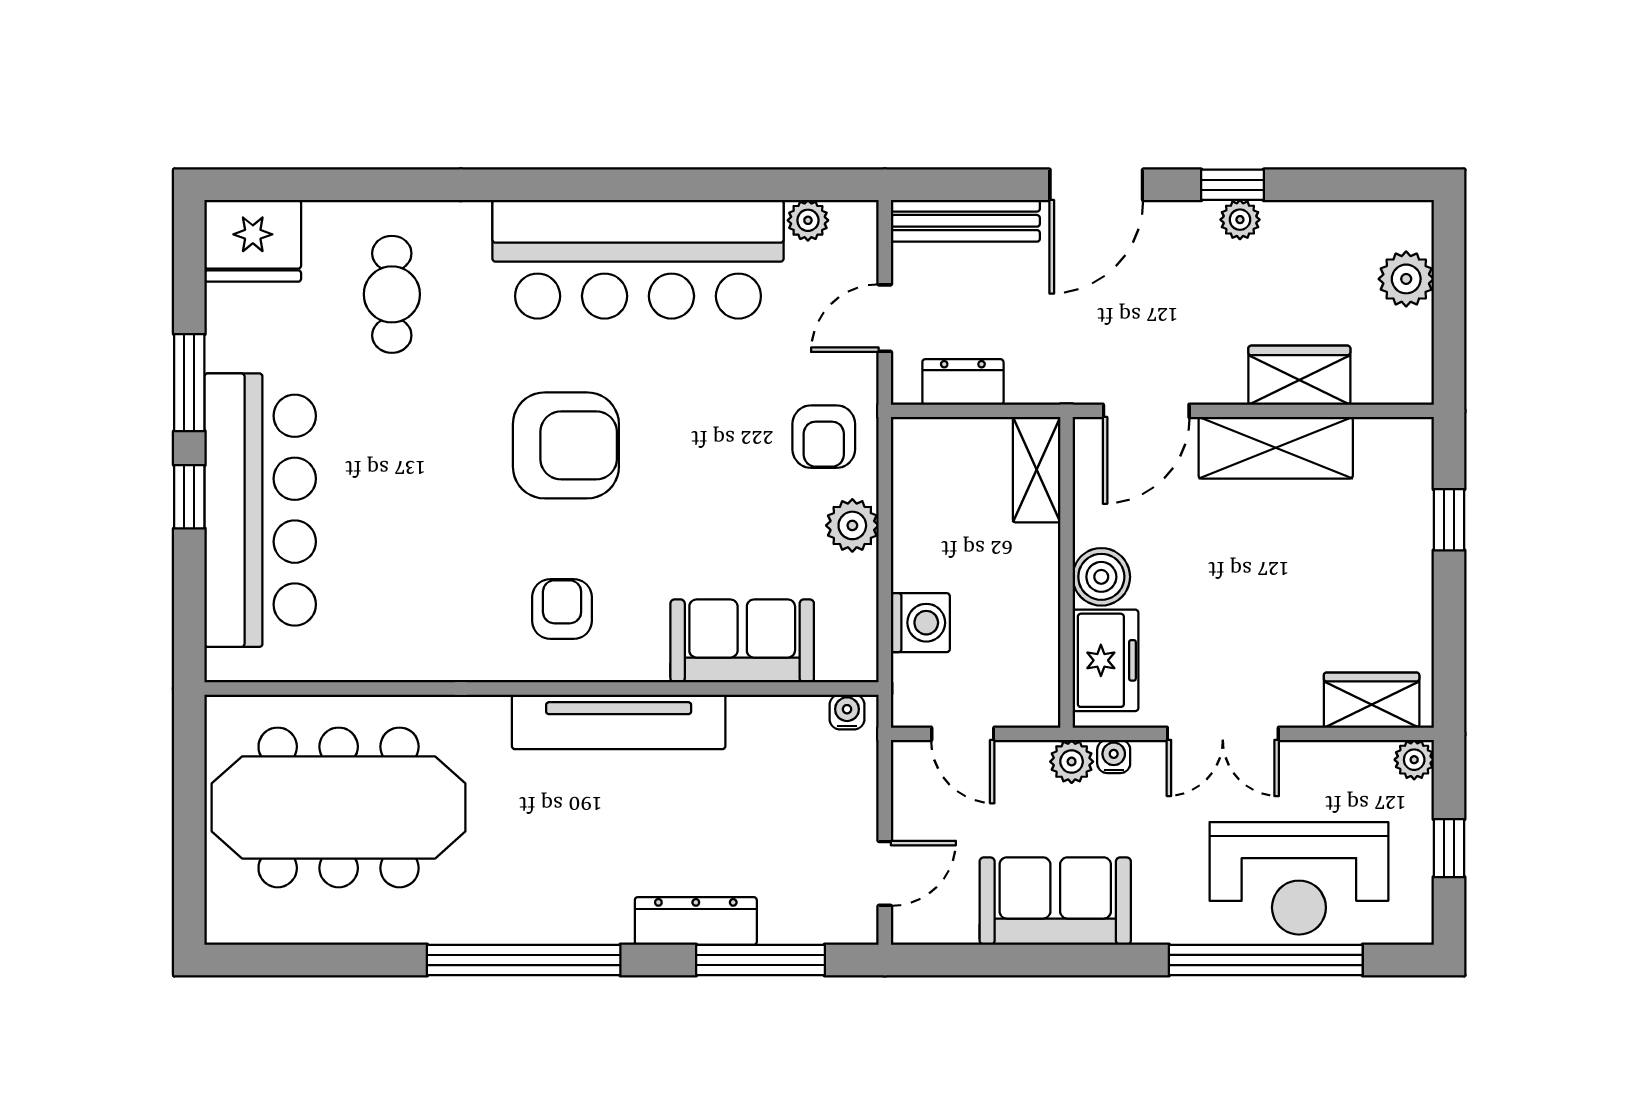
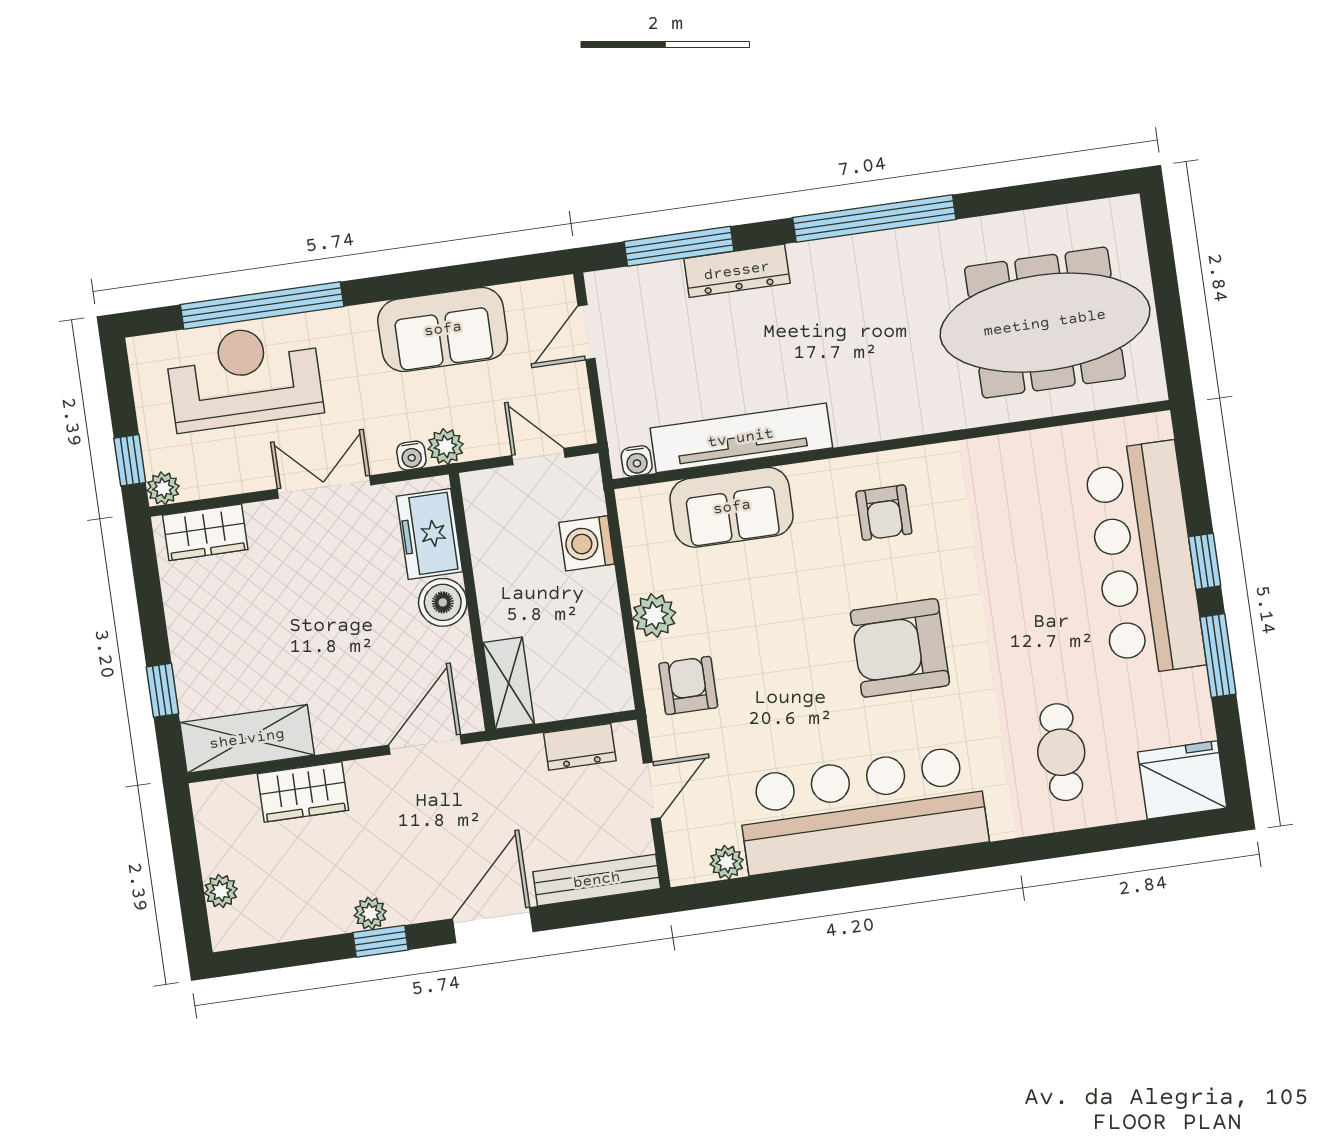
plant: (1406, 279) -> (221, 891), width x0.73, depth x0.73
shelving: (1276, 448) -> (247, 739), moved
tv unit: (619, 722) -> (741, 438), moved
window: (1449, 848) -> (130, 460), moved

